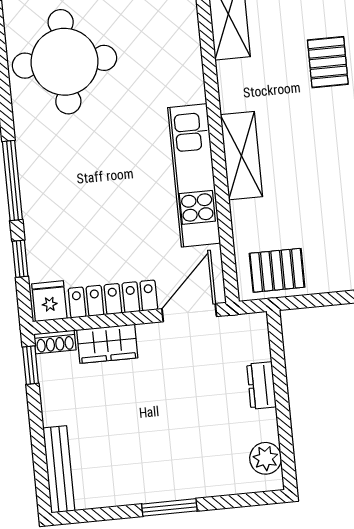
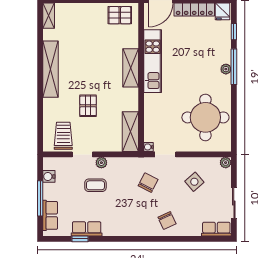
plant: (30, 174) -> (226, 69), added

